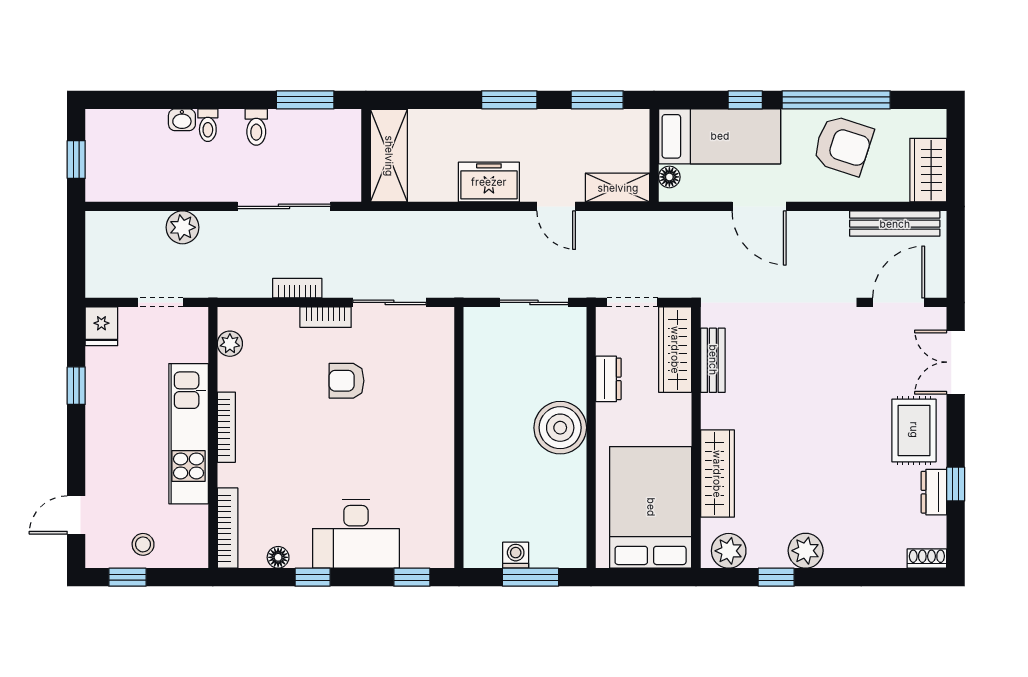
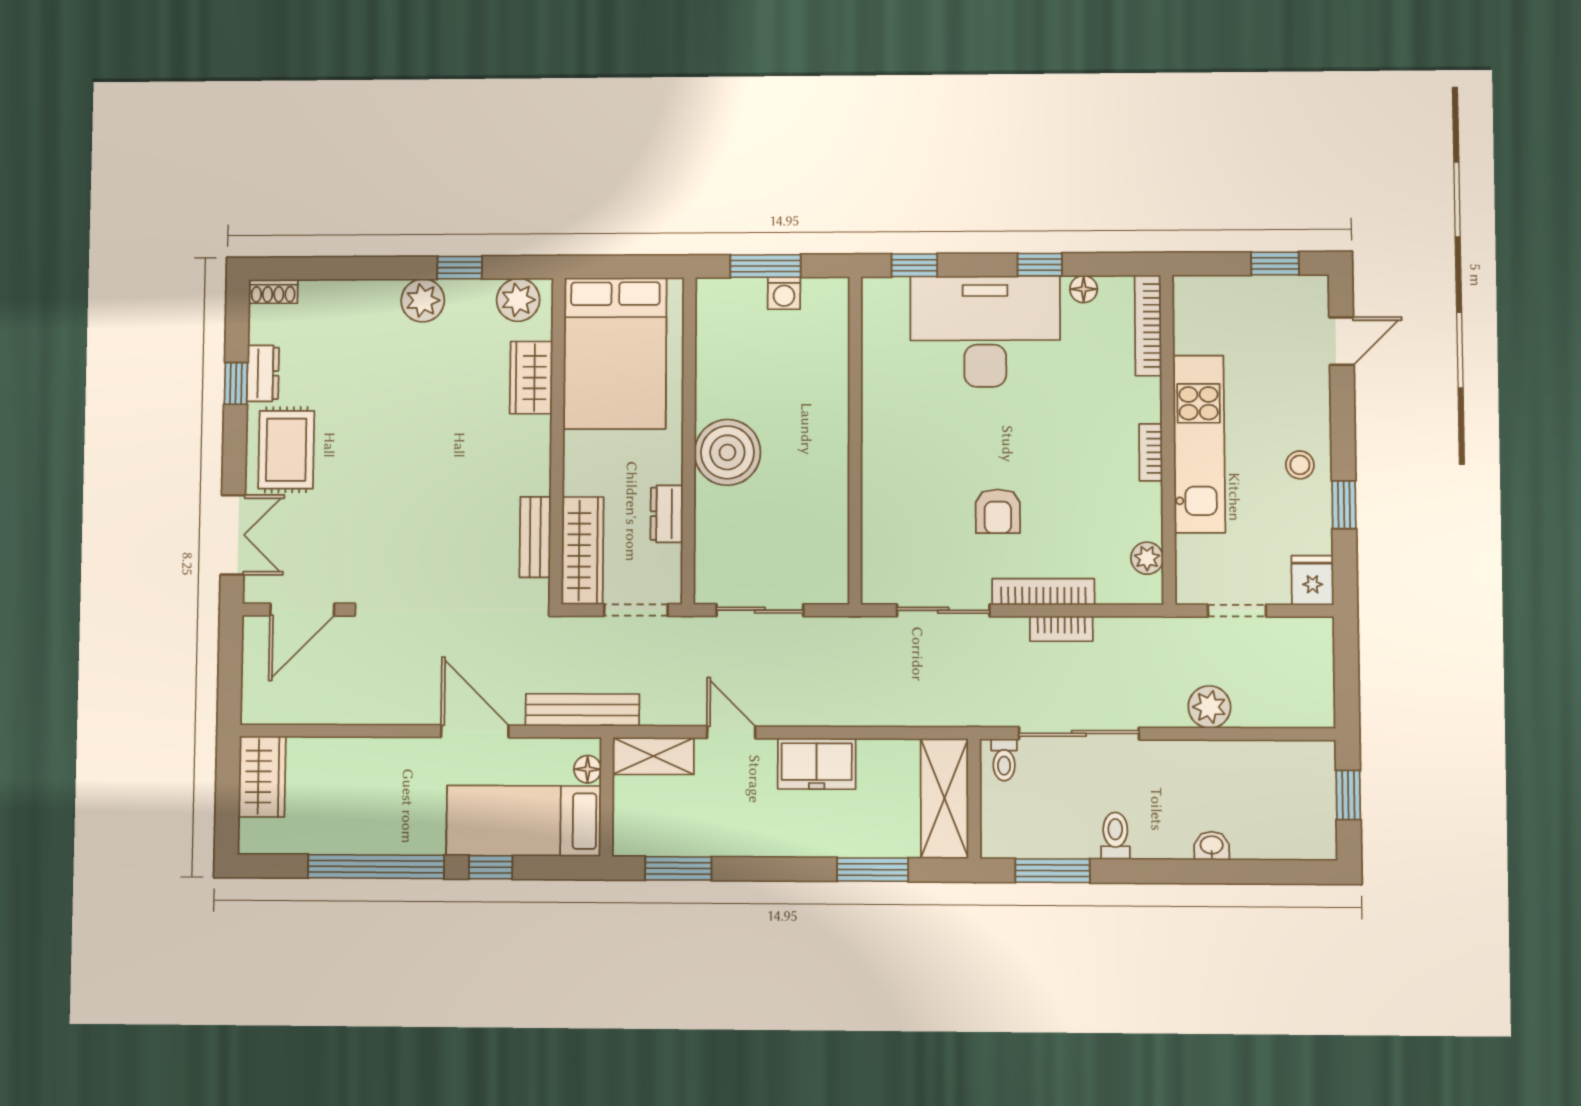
window: (509, 100) -> (873, 870), moved
toilet: (208, 125) -> (1004, 760), moved, turned 180
armchair: (843, 145) -> (368, 809), removed
bench: (895, 224) -> (582, 710), moved
bookcase: (326, 317) -> (1043, 592), width x1.56
armchair: (346, 381) -> (998, 511), turned 90
bookcase: (226, 427) -> (1151, 452), width x0.64
wardrobe: (717, 474) -> (531, 378), width x0.67
desk: (356, 534) -> (985, 331), width x1.36, depth x1.30
stool: (143, 544) -> (1300, 465), moved

